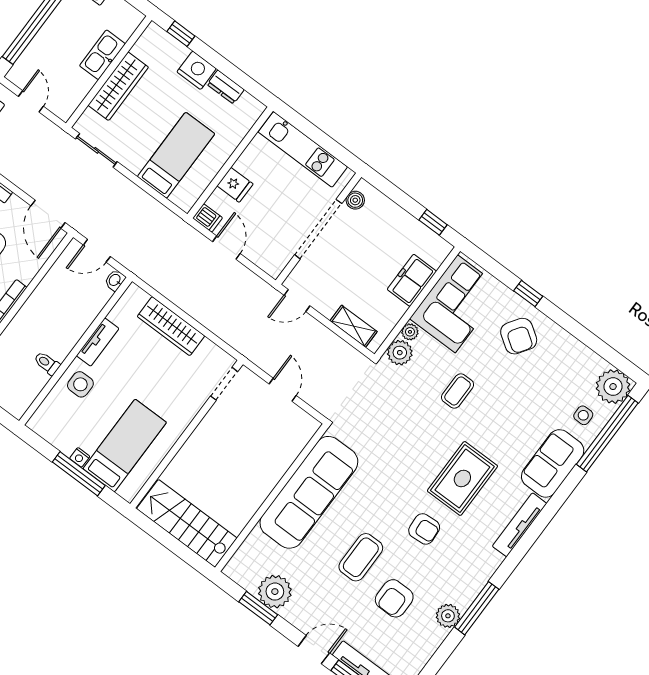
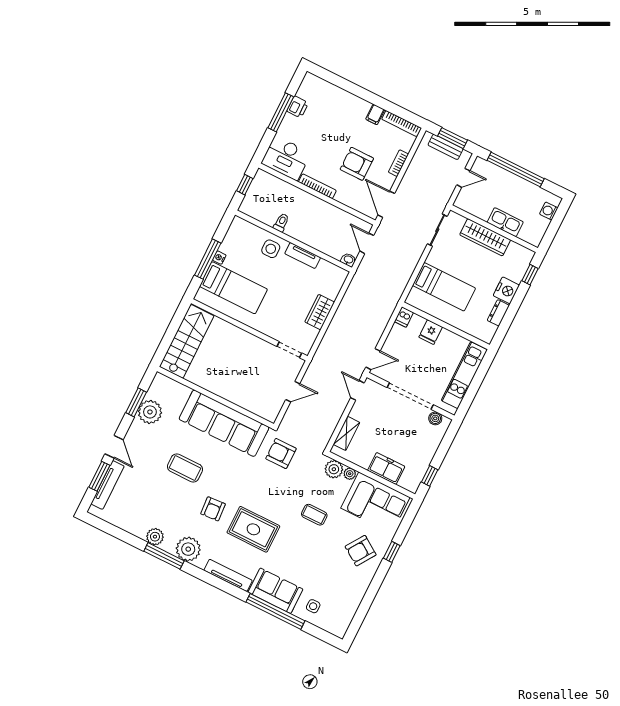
door: (48, 214) -> (386, 204), hinge flipped
door: (226, 248) -> (373, 359), moved
wardrobe: (171, 326) -> (320, 312), width x0.67
plant: (613, 387) -> (188, 549), moved
window: (607, 434) -> (275, 611), moved
armchair: (394, 598) -> (281, 454), moved

